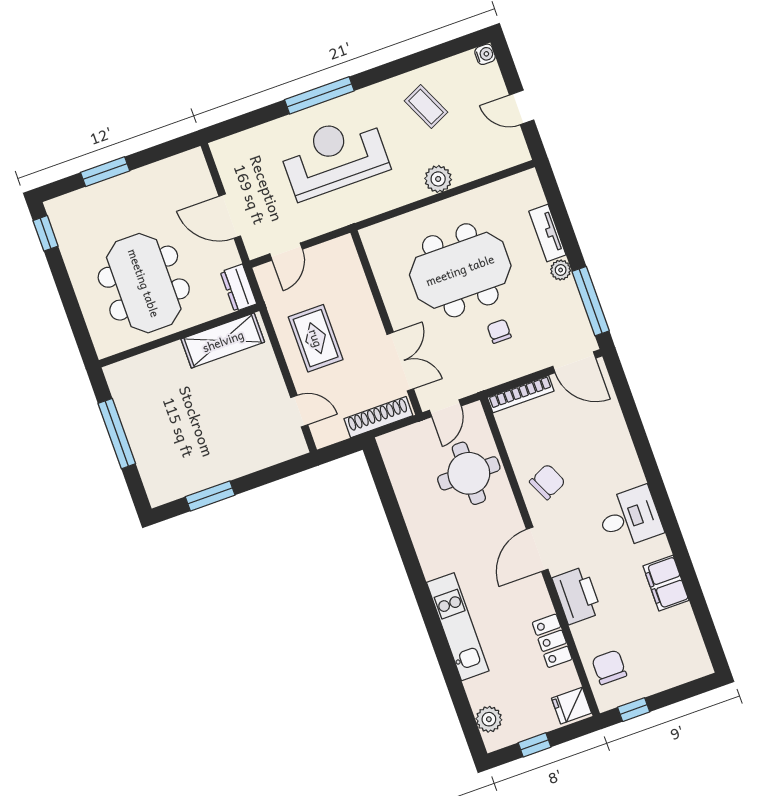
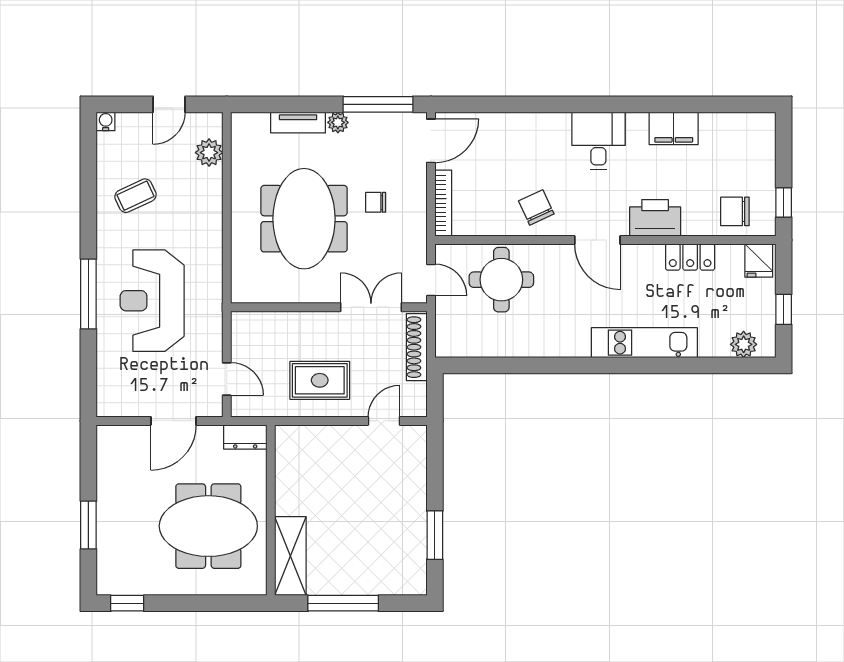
plant: (438, 179) -> (209, 153), moved
shelving: (223, 341) -> (290, 556), moved

